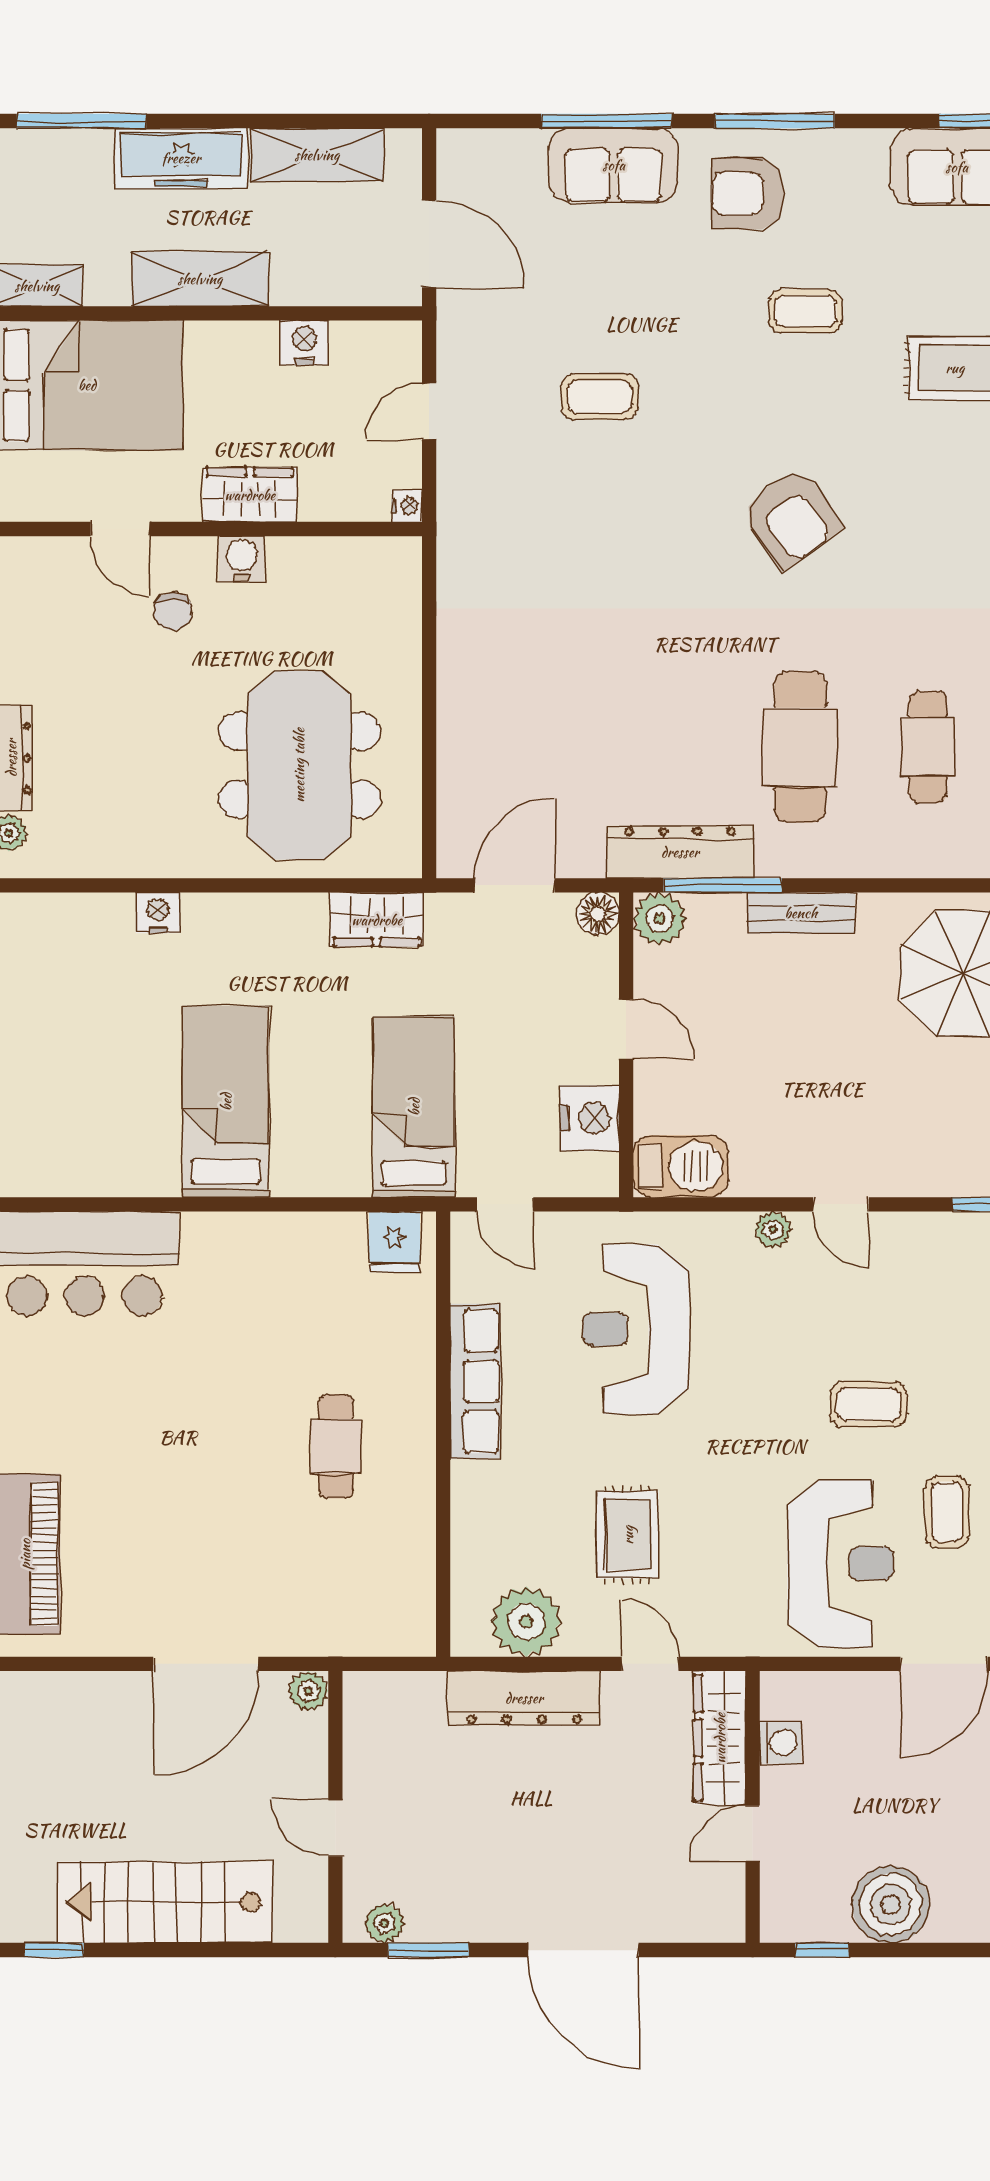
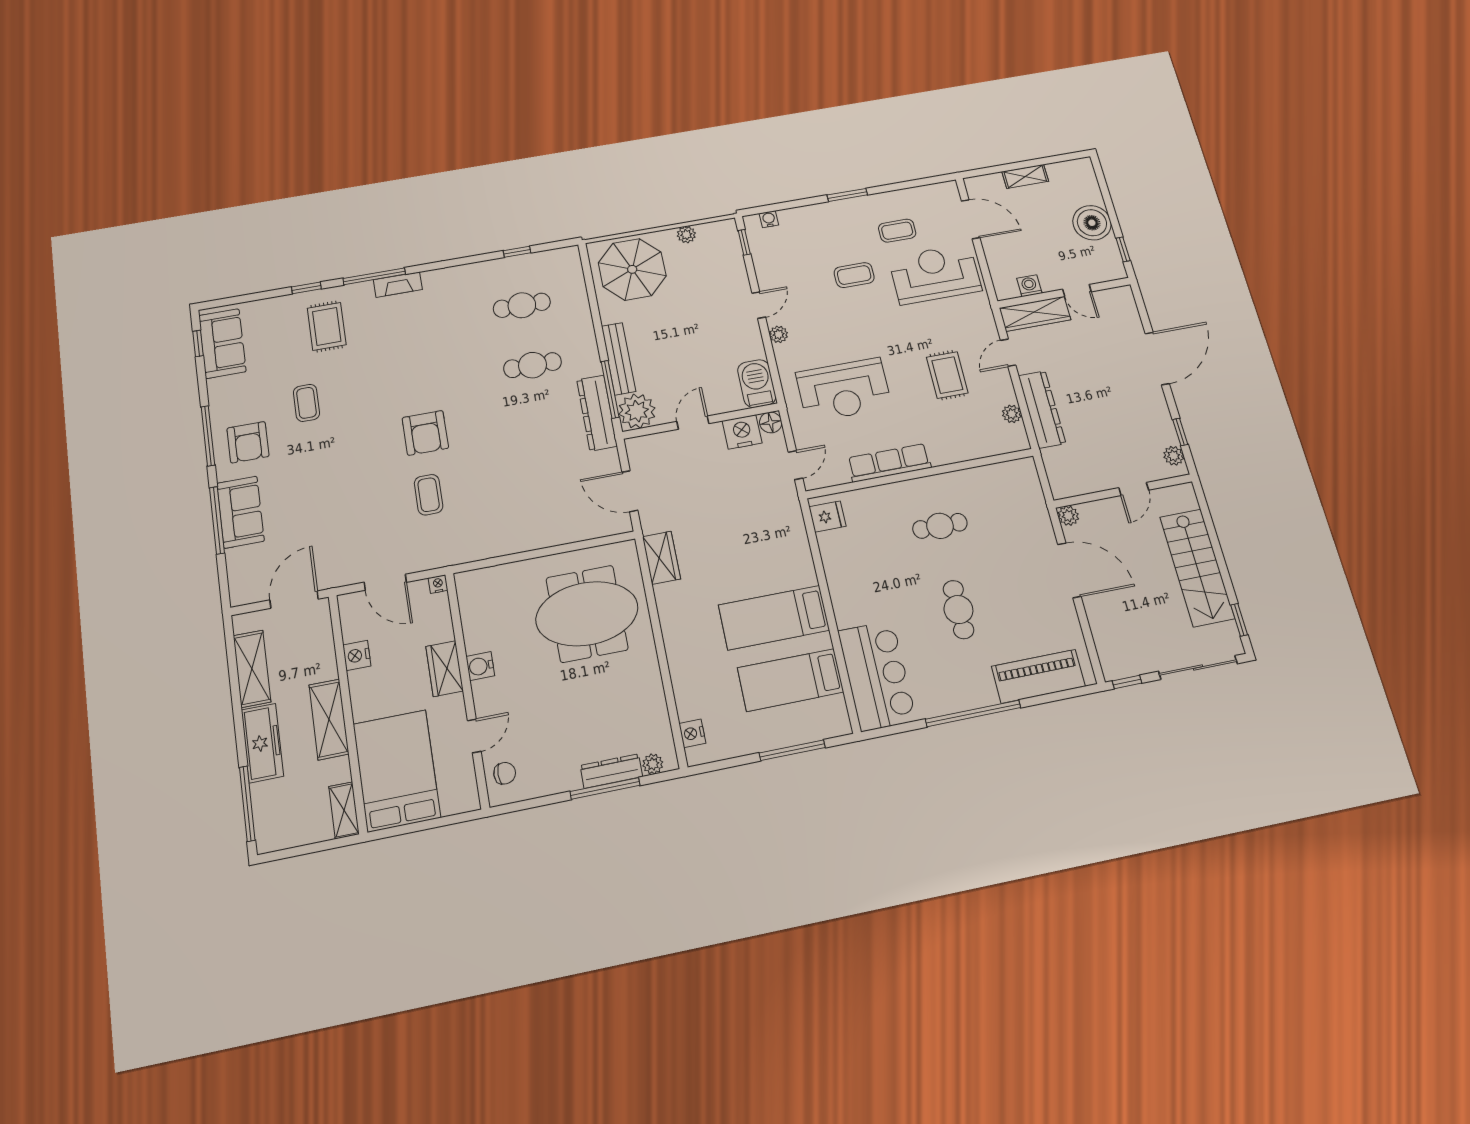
coffee table: (600, 397) -> (429, 495), moved
door: (429, 411) -> (385, 582), width x1.38
armchair: (791, 518) -> (425, 433), moved, turned 126
chair: (173, 611) -> (505, 773), moved
cafe table: (800, 747) -> (532, 365), width x0.73, depth x0.74
nightstand: (158, 913) -> (692, 733), moved
bench: (801, 913) -> (619, 359), width x1.36
floor lamp: (598, 914) -> (771, 422), moved
plant: (660, 919) -> (637, 411), width x1.36, depth x1.36
bed: (414, 1107) -> (790, 680), moved
coffee table: (869, 1404) -> (854, 275), turned 90
cafe table: (174, 1441) -> (958, 610), added
rug: (628, 1535) -> (947, 375), turned 90
plant: (526, 1622) -> (1012, 414), width x0.53, depth x0.53
window: (428, 1950) -> (1180, 432), width x0.67

